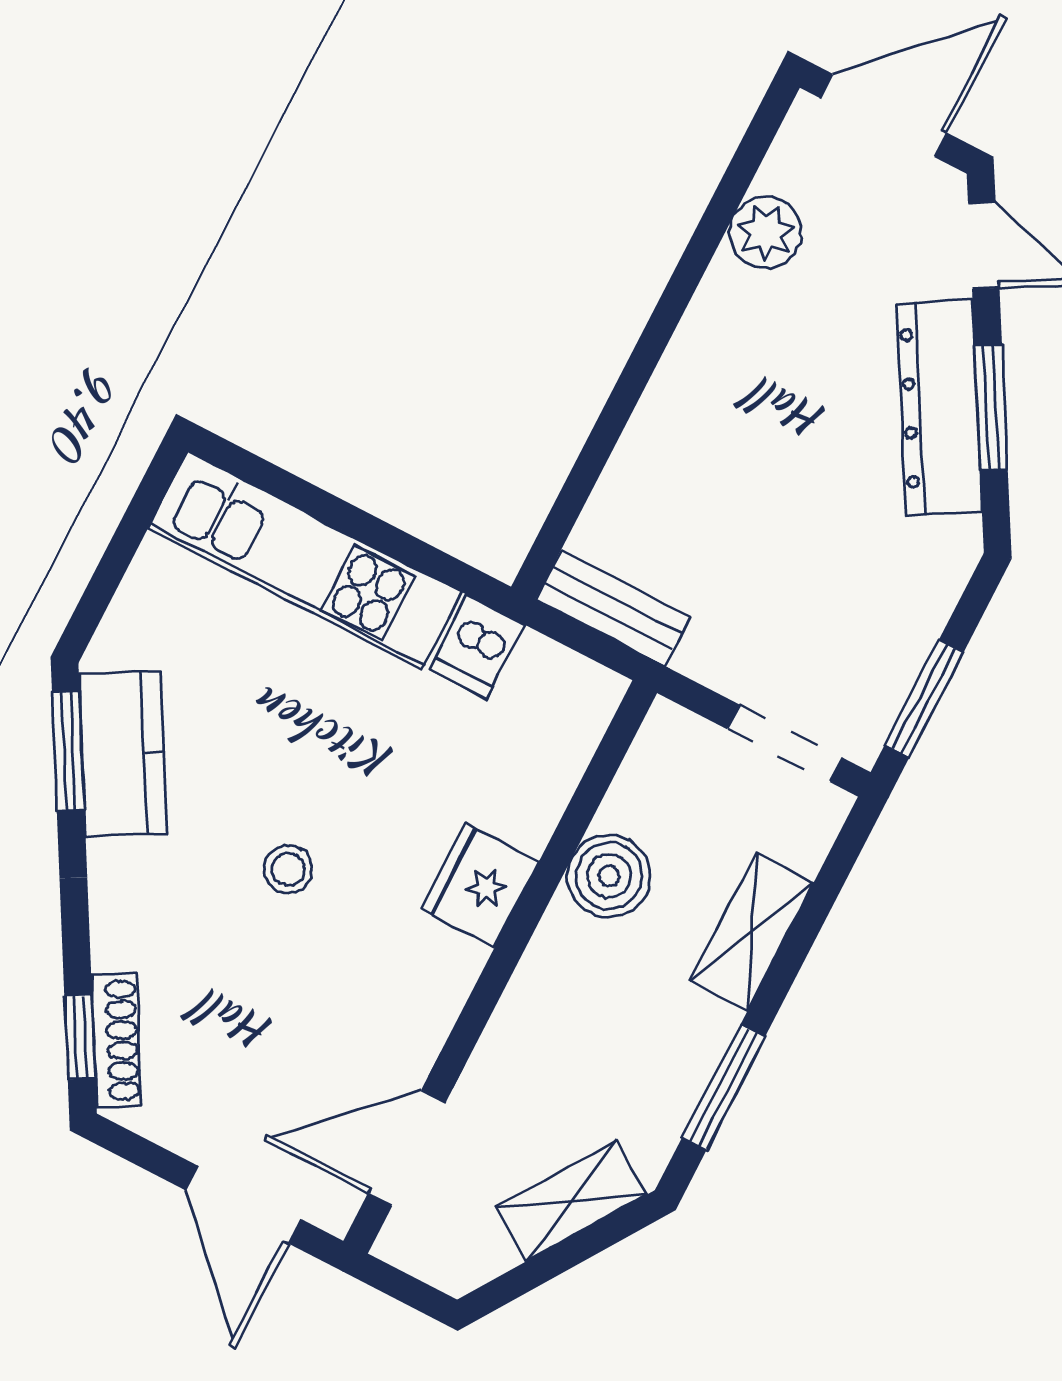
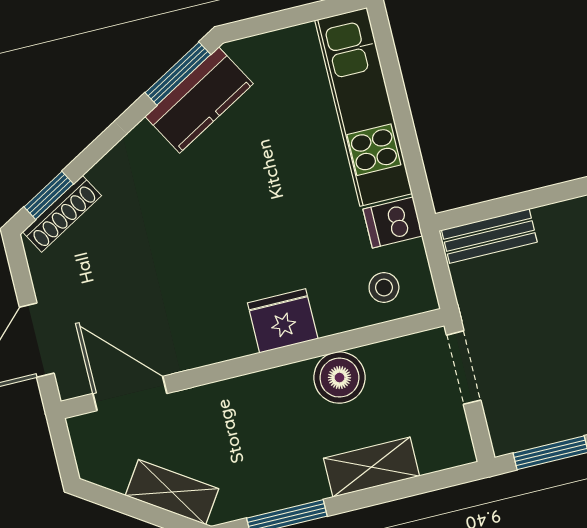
bench: (613, 608) -> (489, 236), moved, turned 90
doorway: (785, 743) -> (464, 368), moved
stool: (288, 869) -> (384, 287), moved

